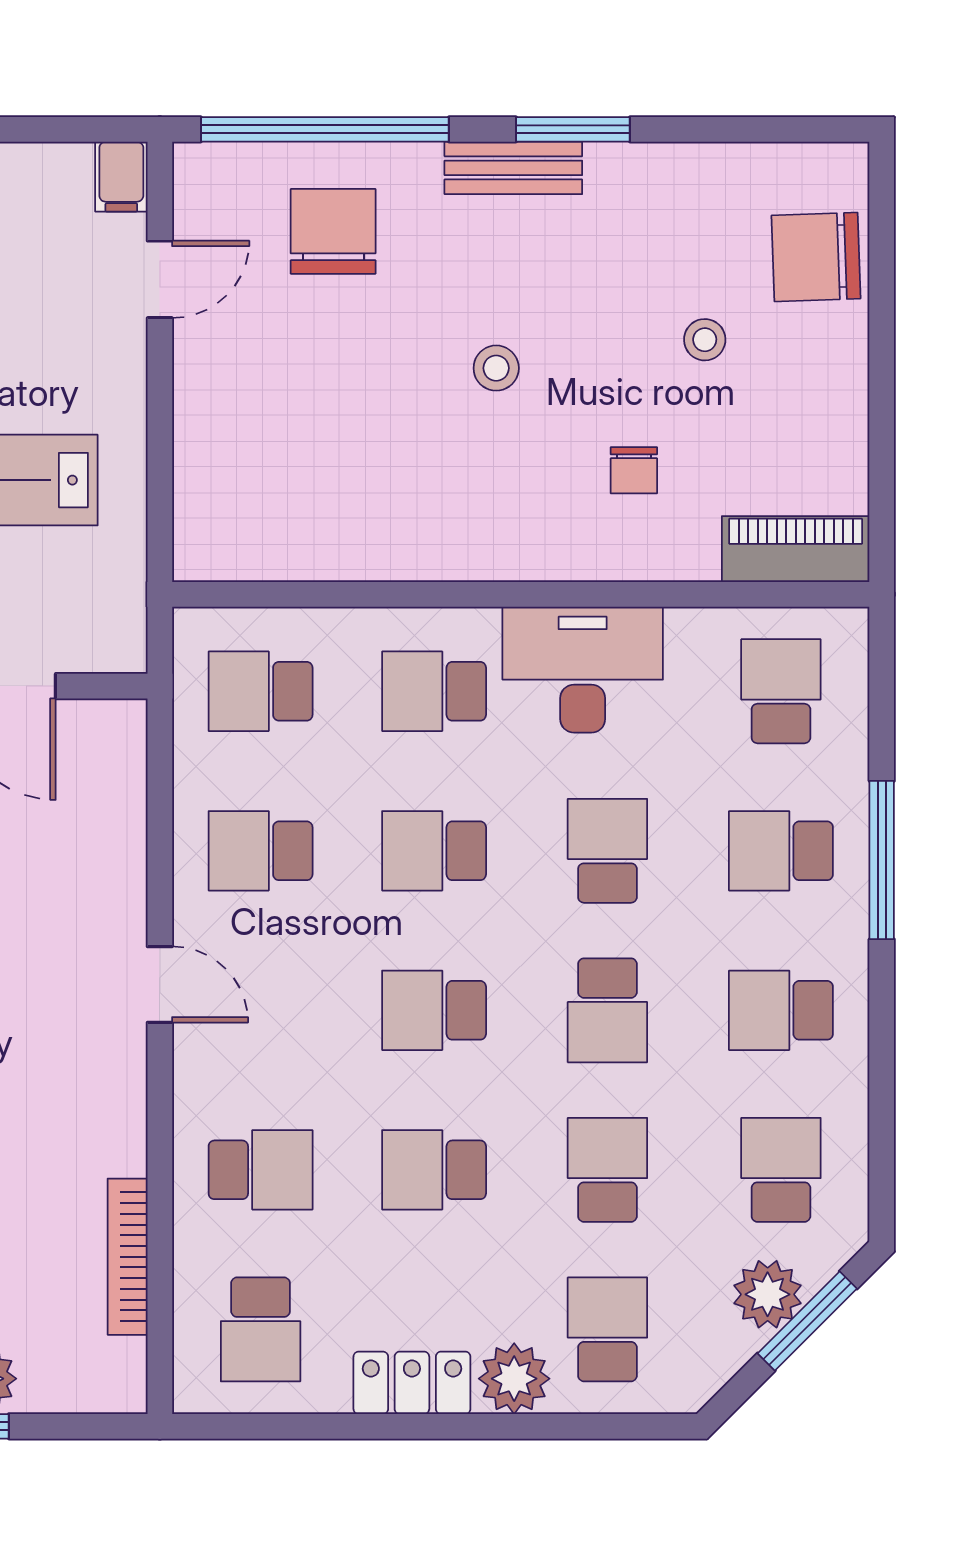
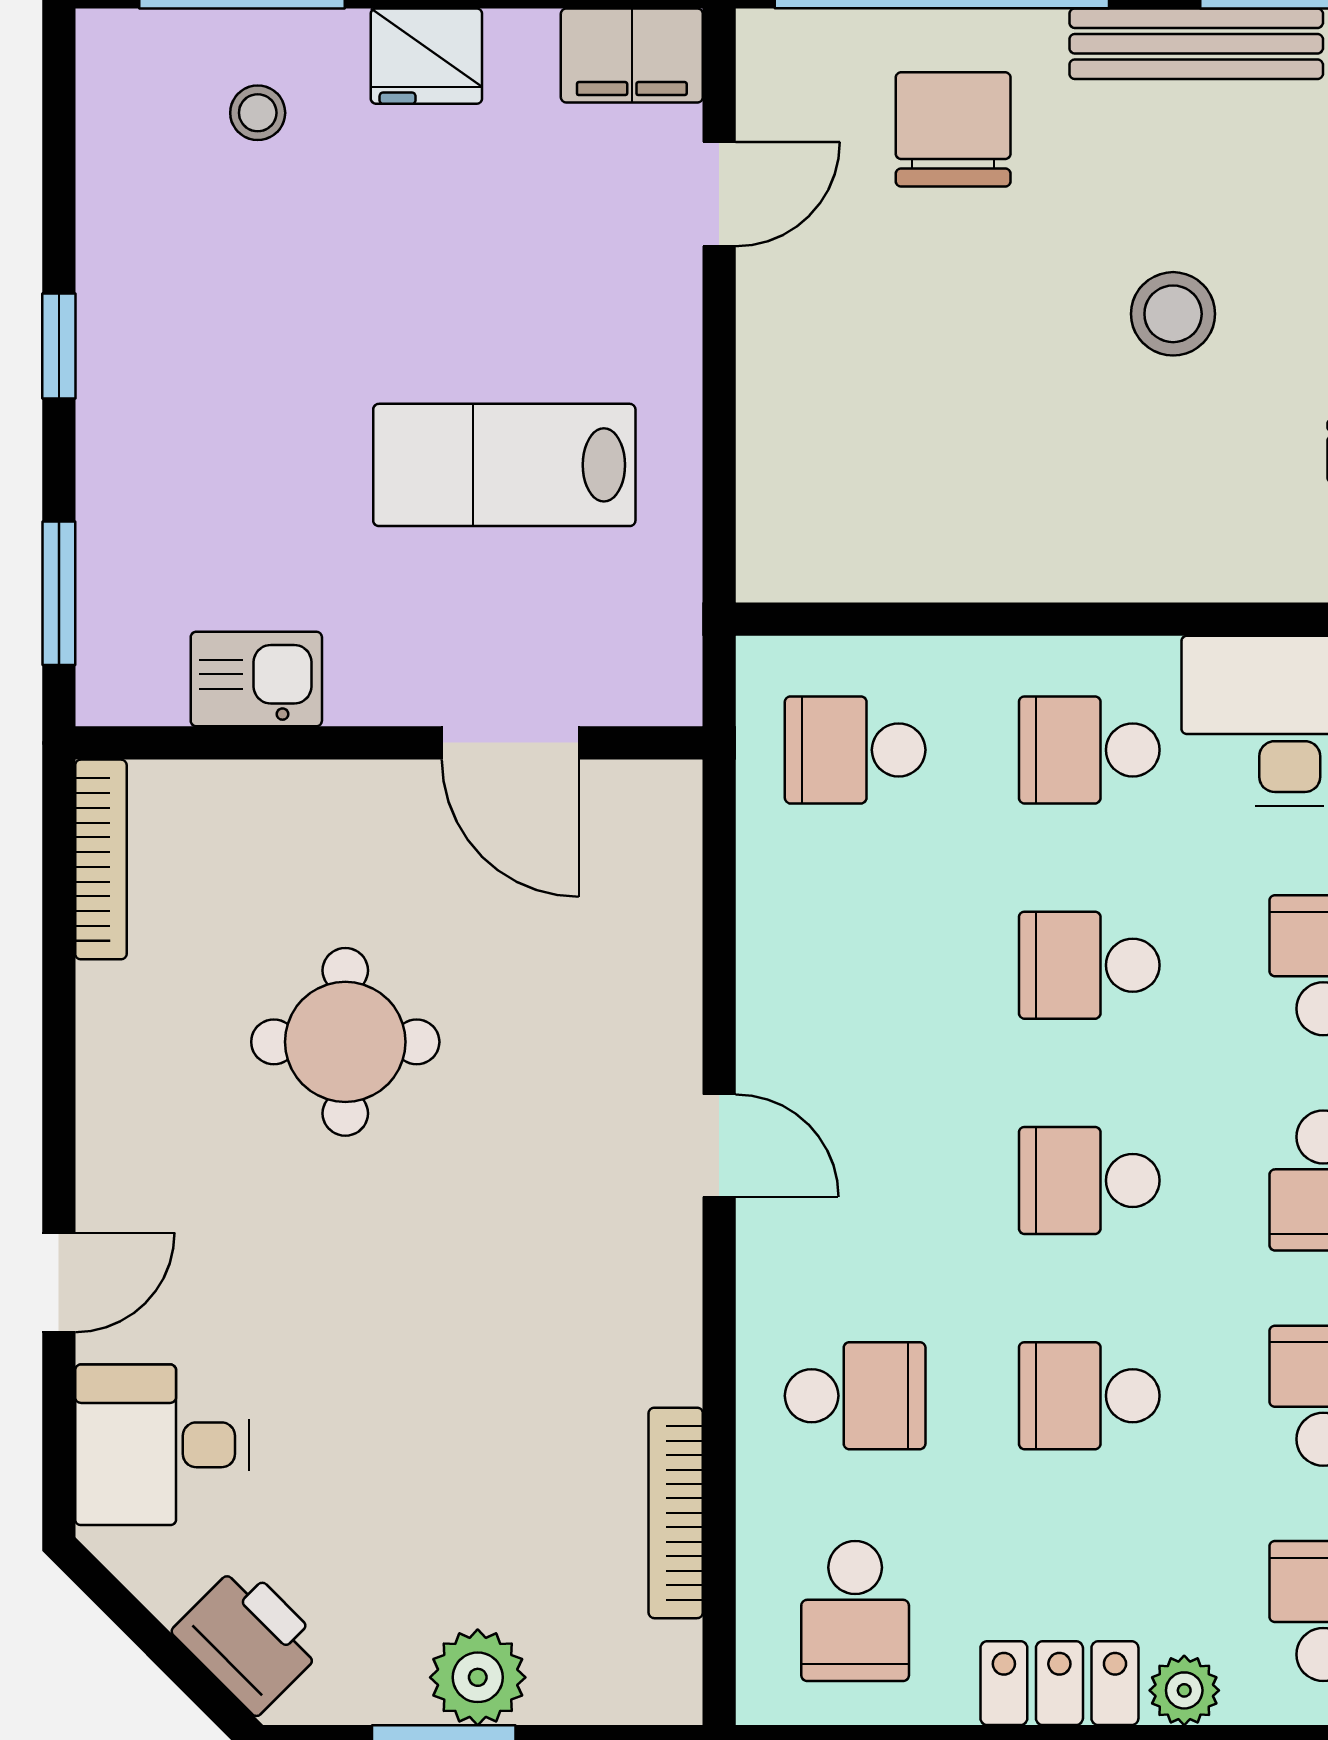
bench: (513, 168) -> (1196, 44), width x1.36
filing cabinet: (121, 177) -> (632, 56), width x2.00
stool: (496, 368) -> (1173, 314), width x1.37, depth x1.37
school desk: (261, 851) -> (855, 965), removed
plant: (514, 1379) -> (1184, 1690), width x0.73, depth x0.73

